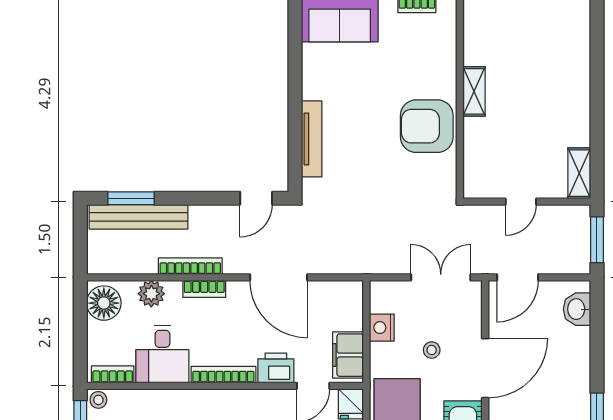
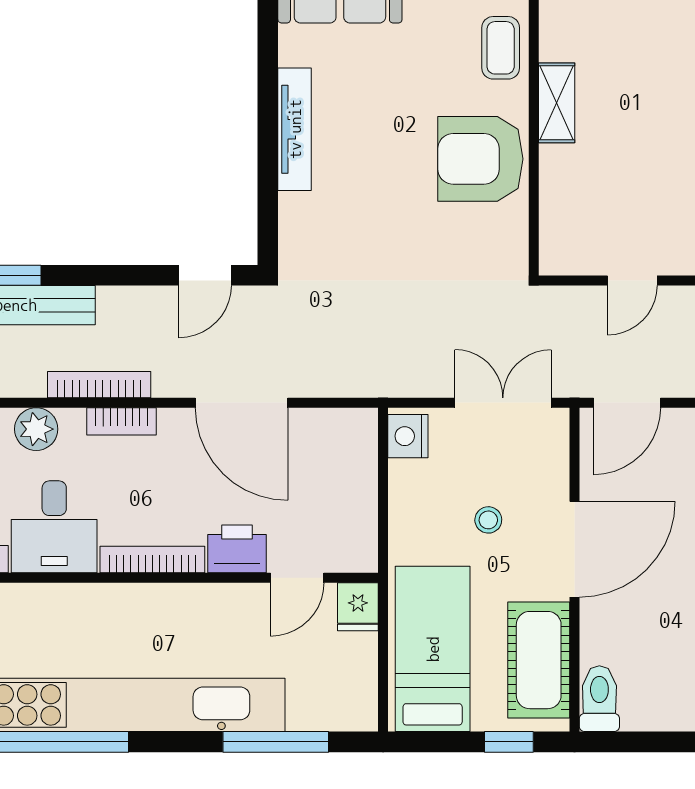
coffee table: (439, 57) -> (501, 48), added
tv unit: (312, 139) -> (295, 129), moved
nightstand: (382, 328) -> (408, 436), moved
filing cabinet: (348, 355) -> (353, 528), removed

